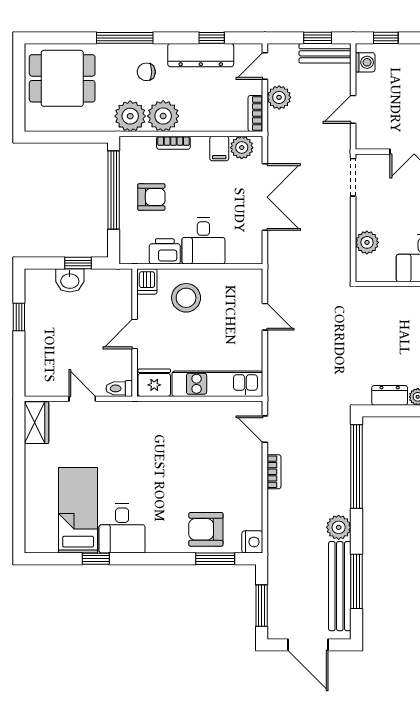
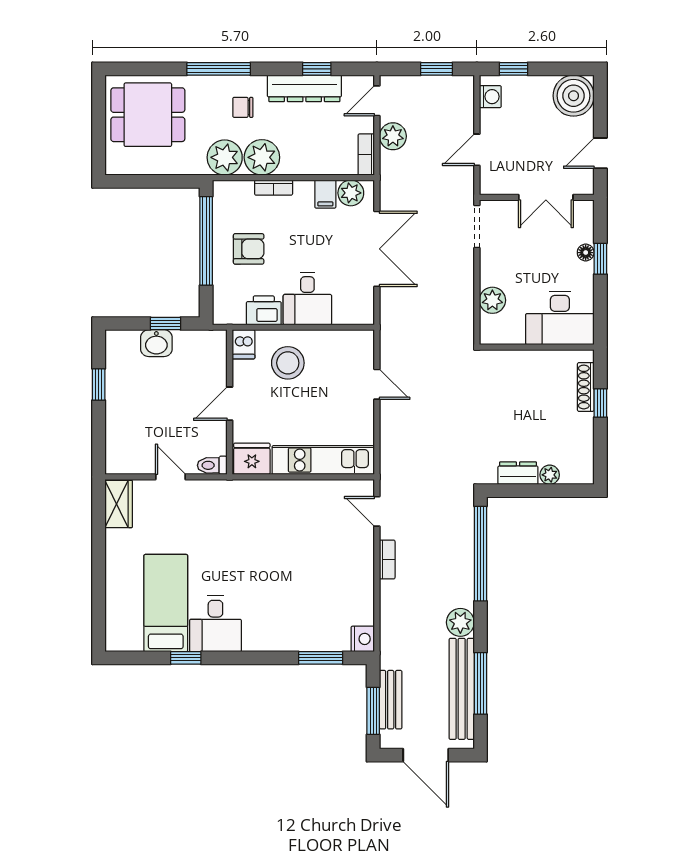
bench: (325, 53) -> (391, 700), moved, turned 90
armchair: (206, 529) -> (310, 625), removed

